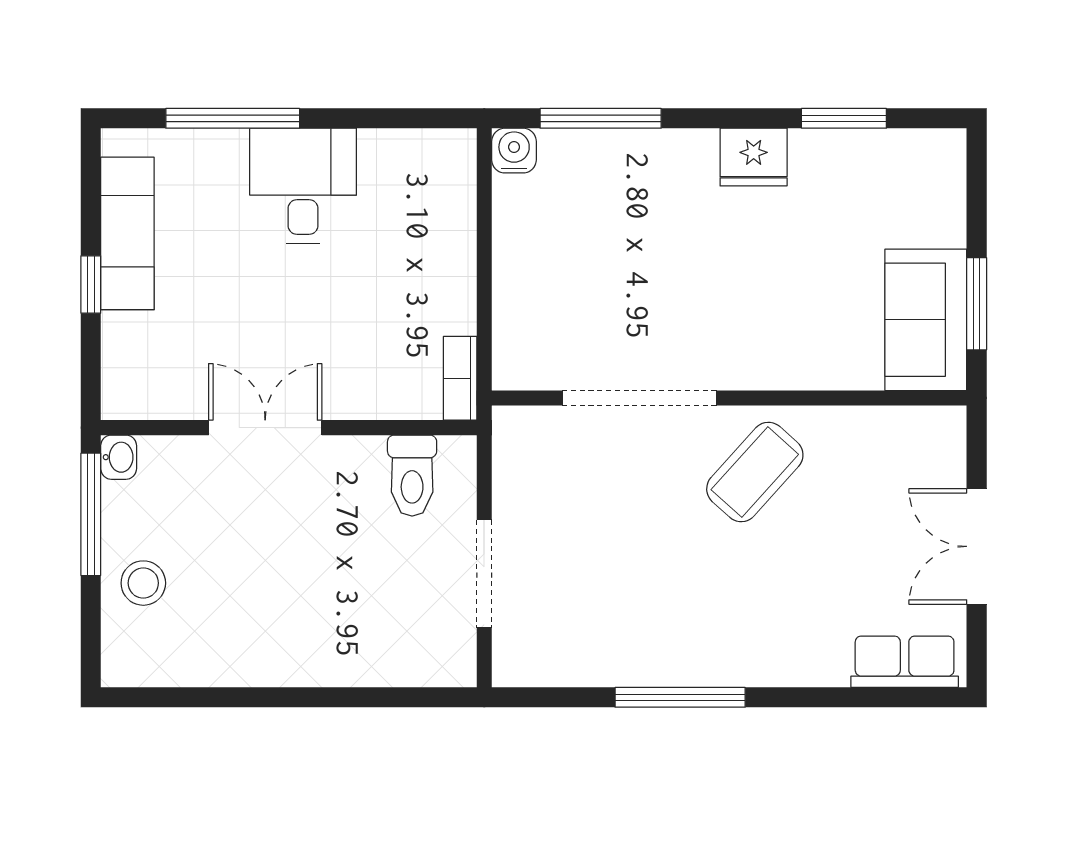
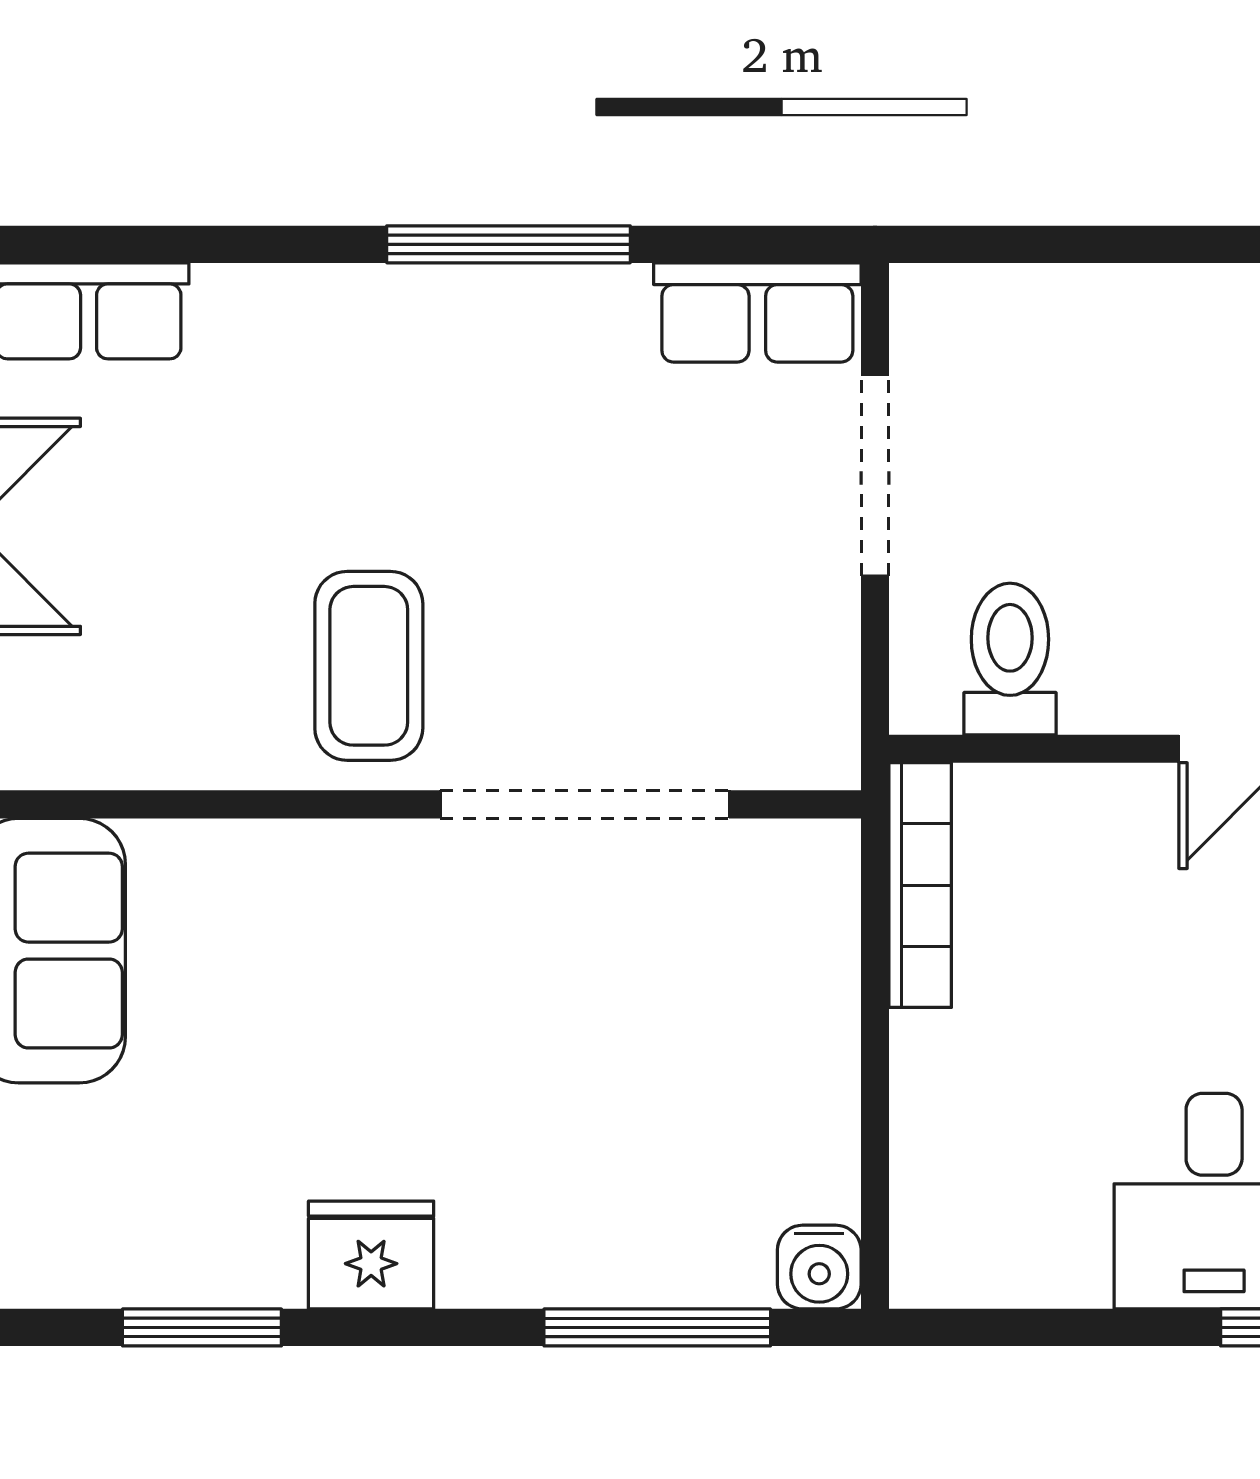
bookcase: (460, 378) -> (920, 885), width x1.56
coffee table: (755, 472) -> (369, 666), turned -42
row of seats: (547, 661) -> (757, 312), added

